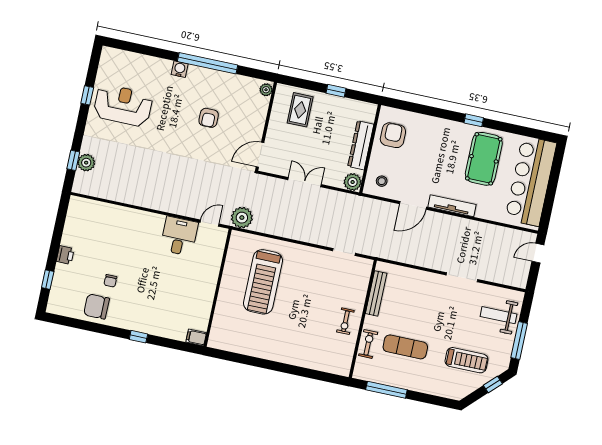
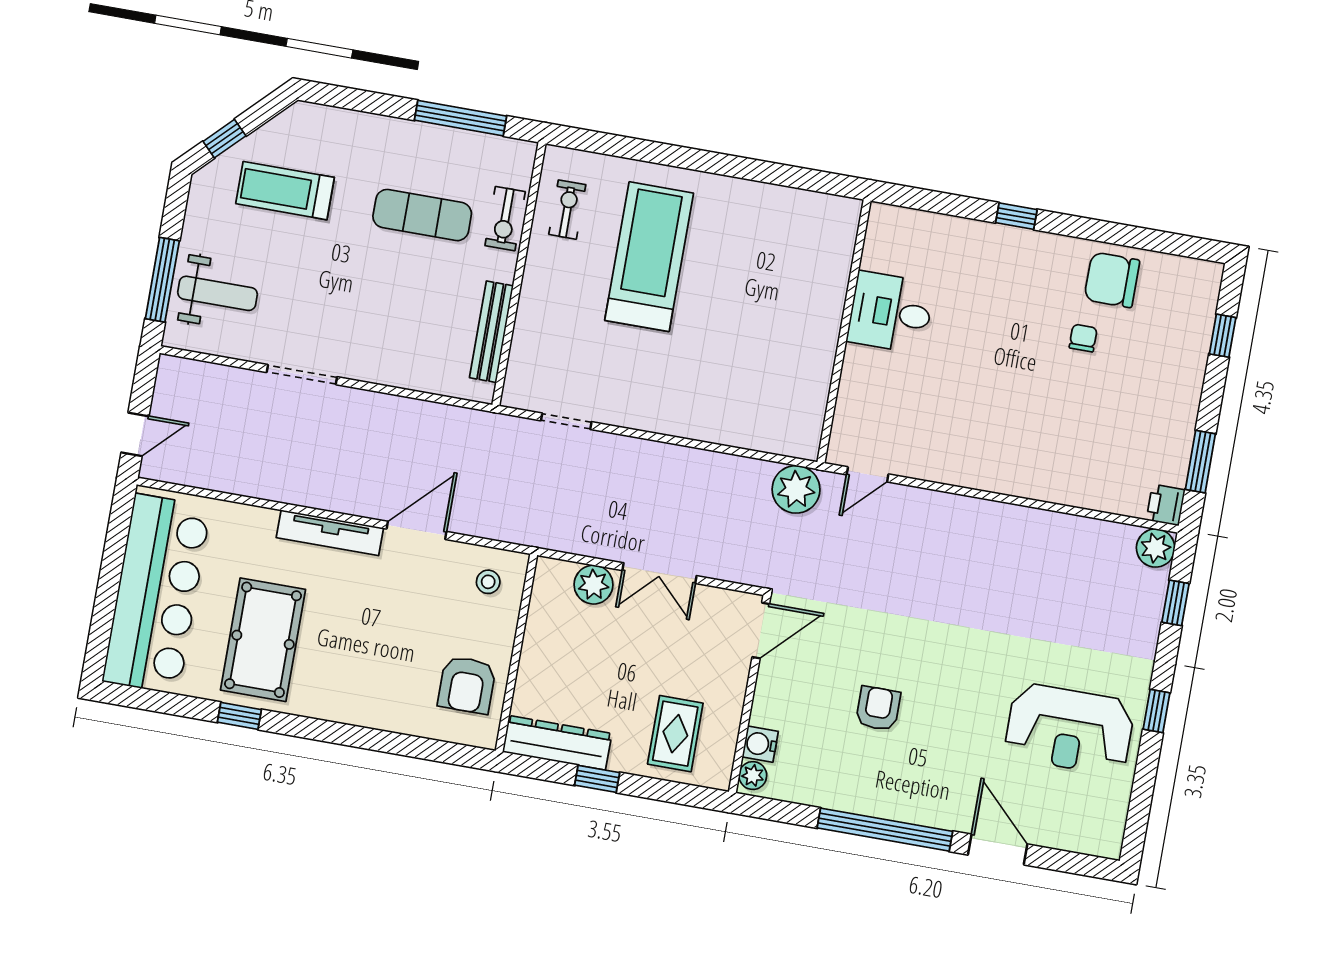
door: (157, 52) -> (998, 850), added
water cooler: (180, 69) -> (760, 744), moved, turned 90
window: (87, 95) -> (1156, 711), moved
window: (474, 120) -> (239, 716), moved
dresser: (361, 145) -> (557, 743), moved, turned -90
plant: (86, 163) -> (1156, 548), moved
plant: (353, 182) -> (594, 585), moved
window: (60, 223) -> (1200, 462), added
desk: (179, 236) -> (891, 312), moved, turned 90
printer: (65, 255) -> (1166, 505), moved
treadmill: (263, 282) -> (649, 257), moved
chair: (97, 306) -> (1112, 280), turned 180
exercise bike: (345, 321) -> (567, 210), moved
filing cabinet: (196, 337) -> (888, 219), removed
window: (519, 340) -> (162, 280), moved

